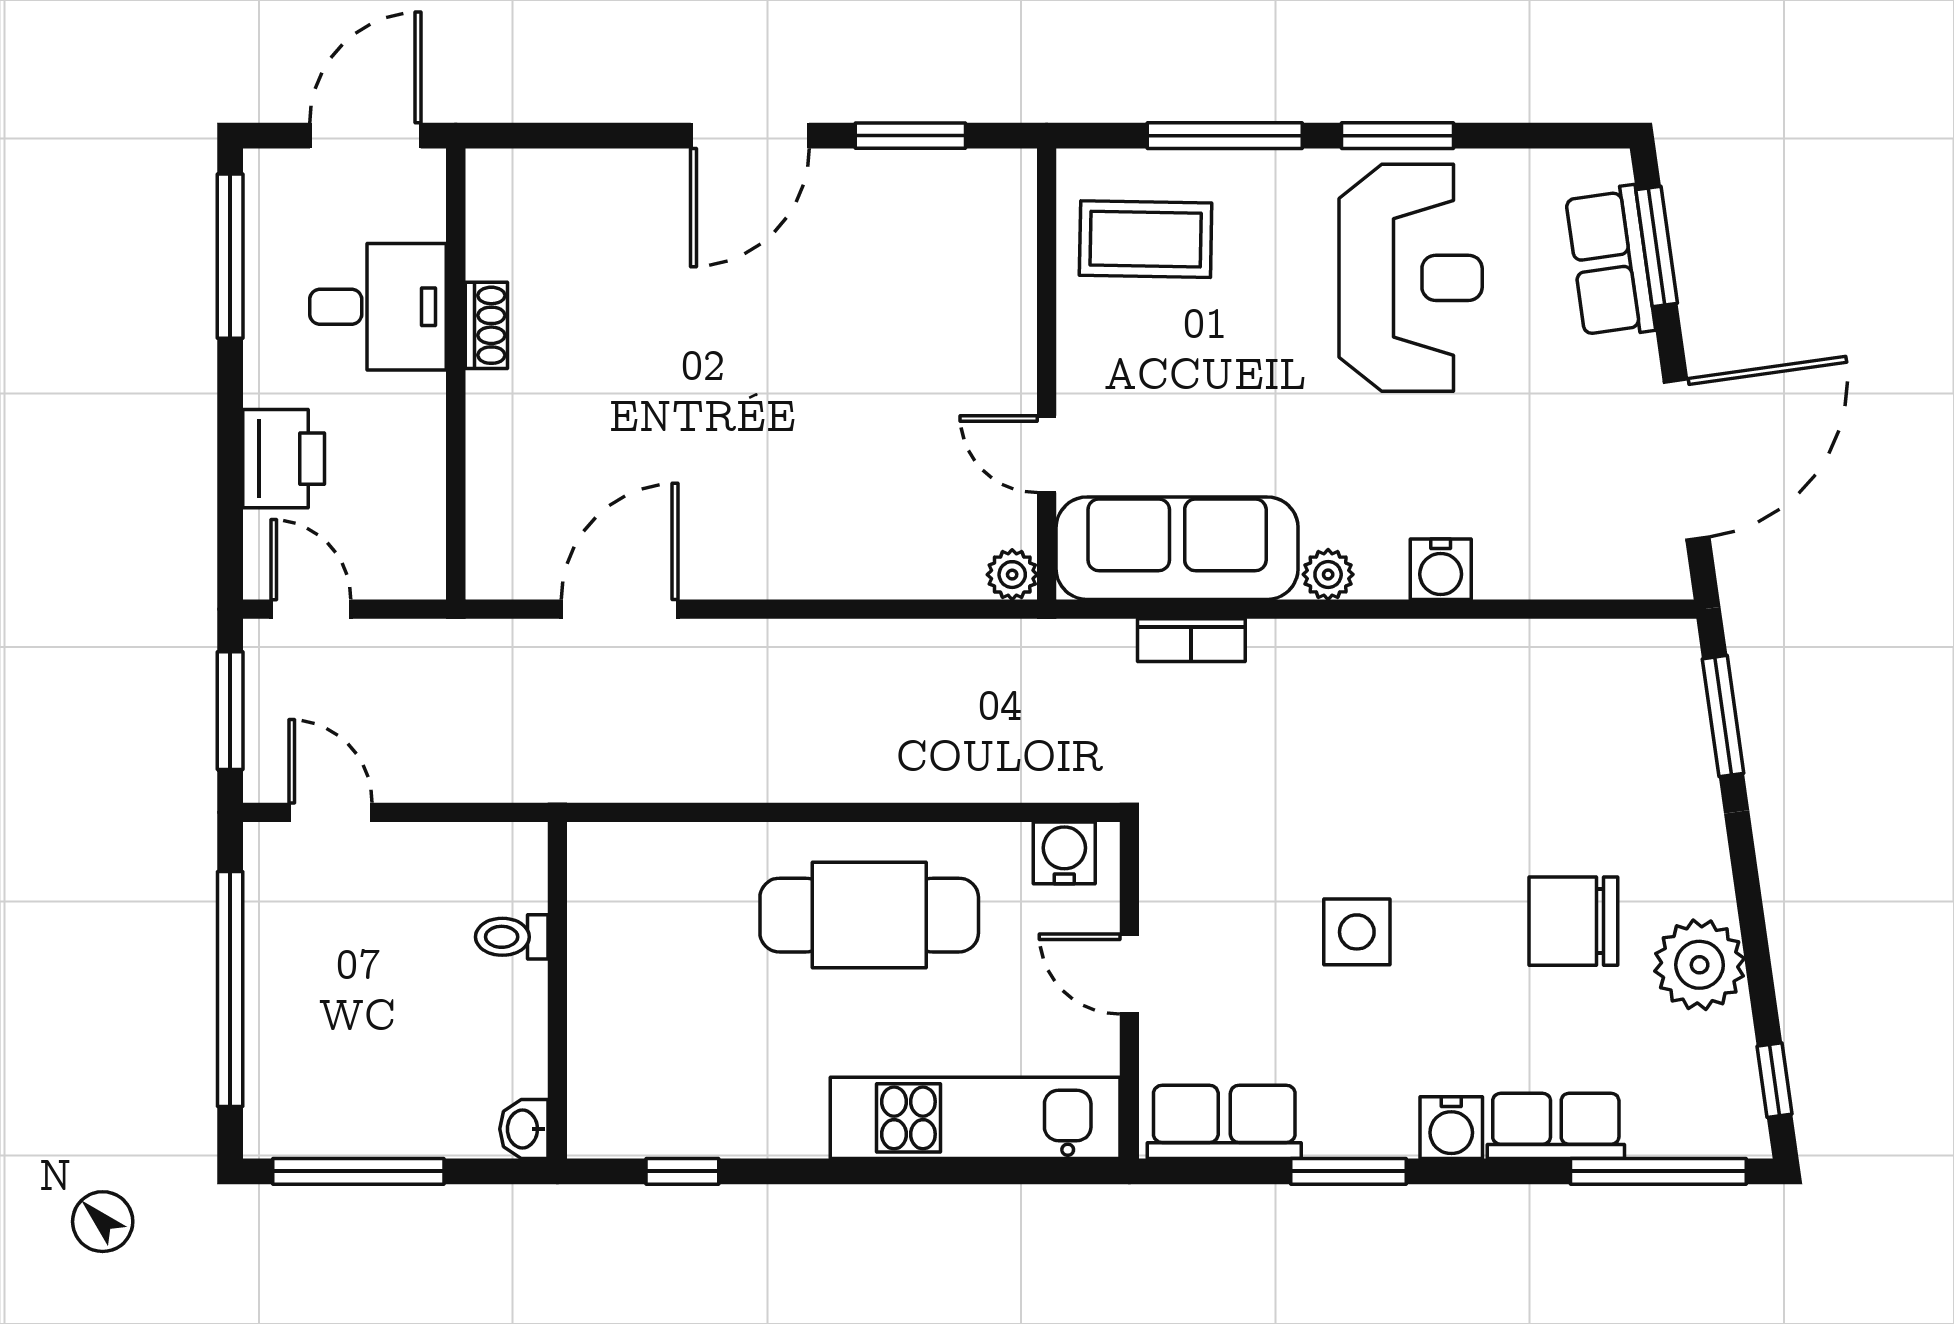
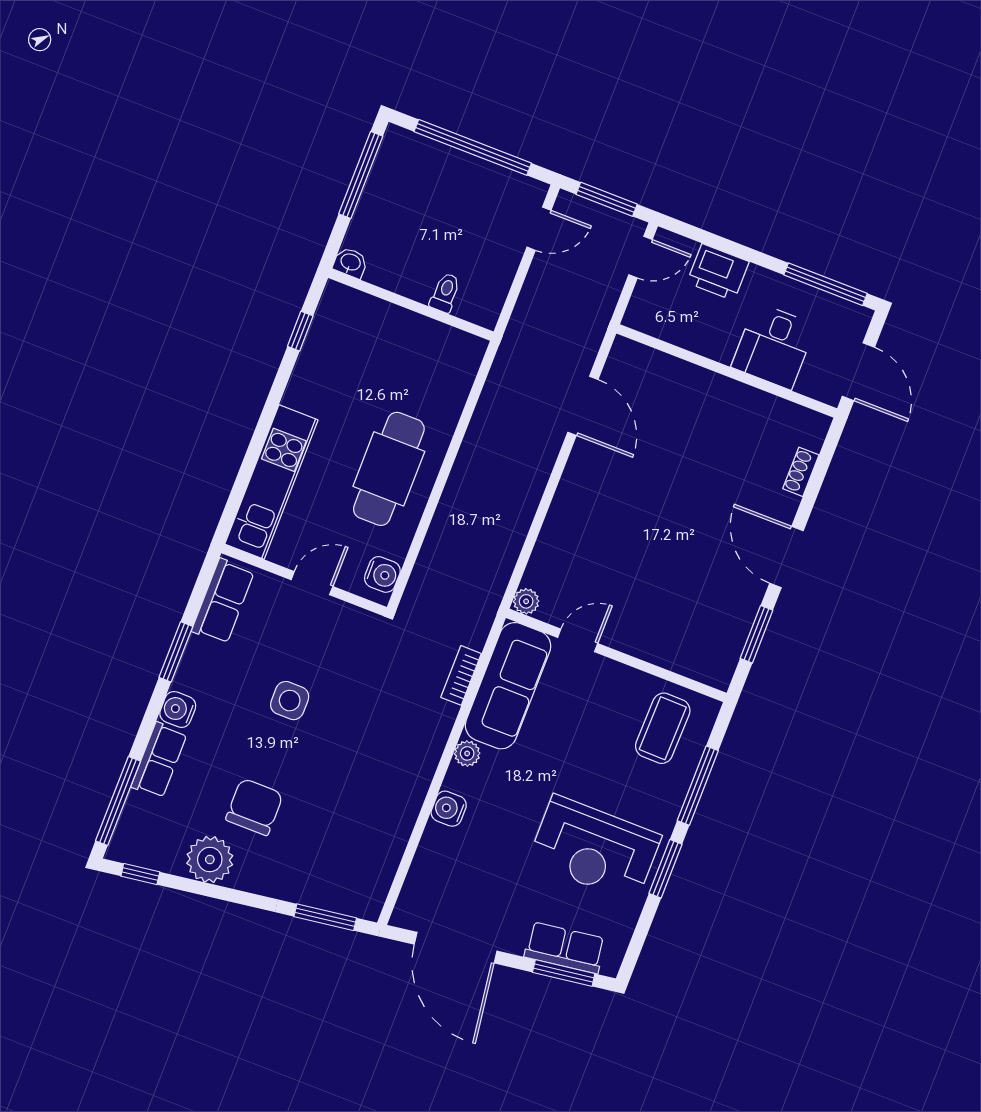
shoe rack: (486, 325) -> (801, 472), moved, turned 90

